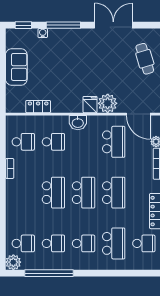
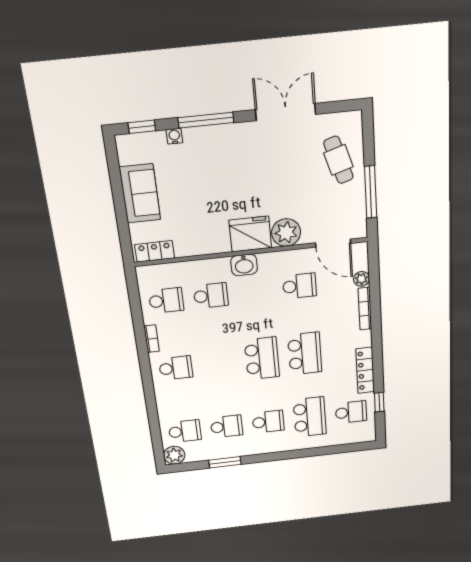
fridge: (90, 105) -> (250, 234), width x1.88, depth x1.34
locker: (38, 107) -> (155, 251), moved
school desk: (114, 142) -> (300, 286), width x0.54
school desk: (53, 193) -> (176, 368), moved, width x0.54
window: (49, 273) -> (225, 462), width x0.47

